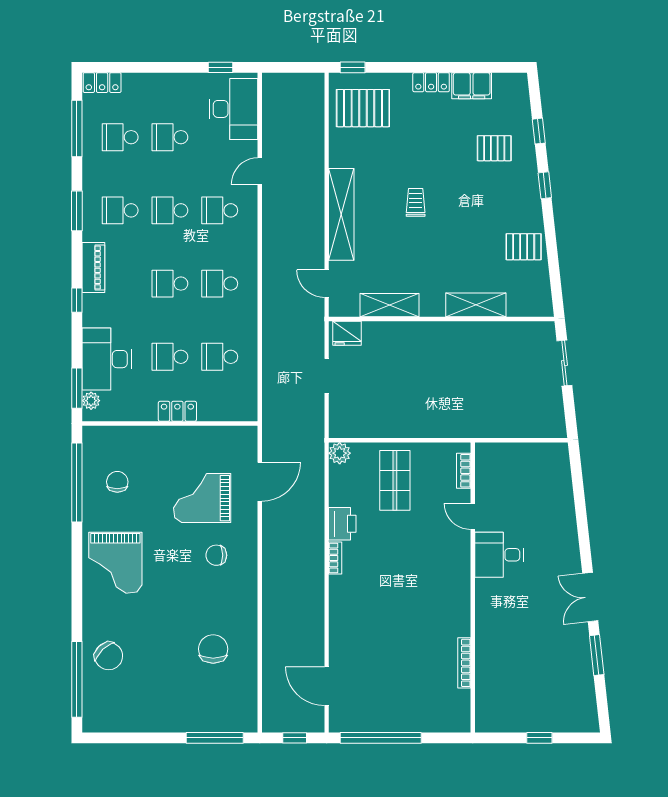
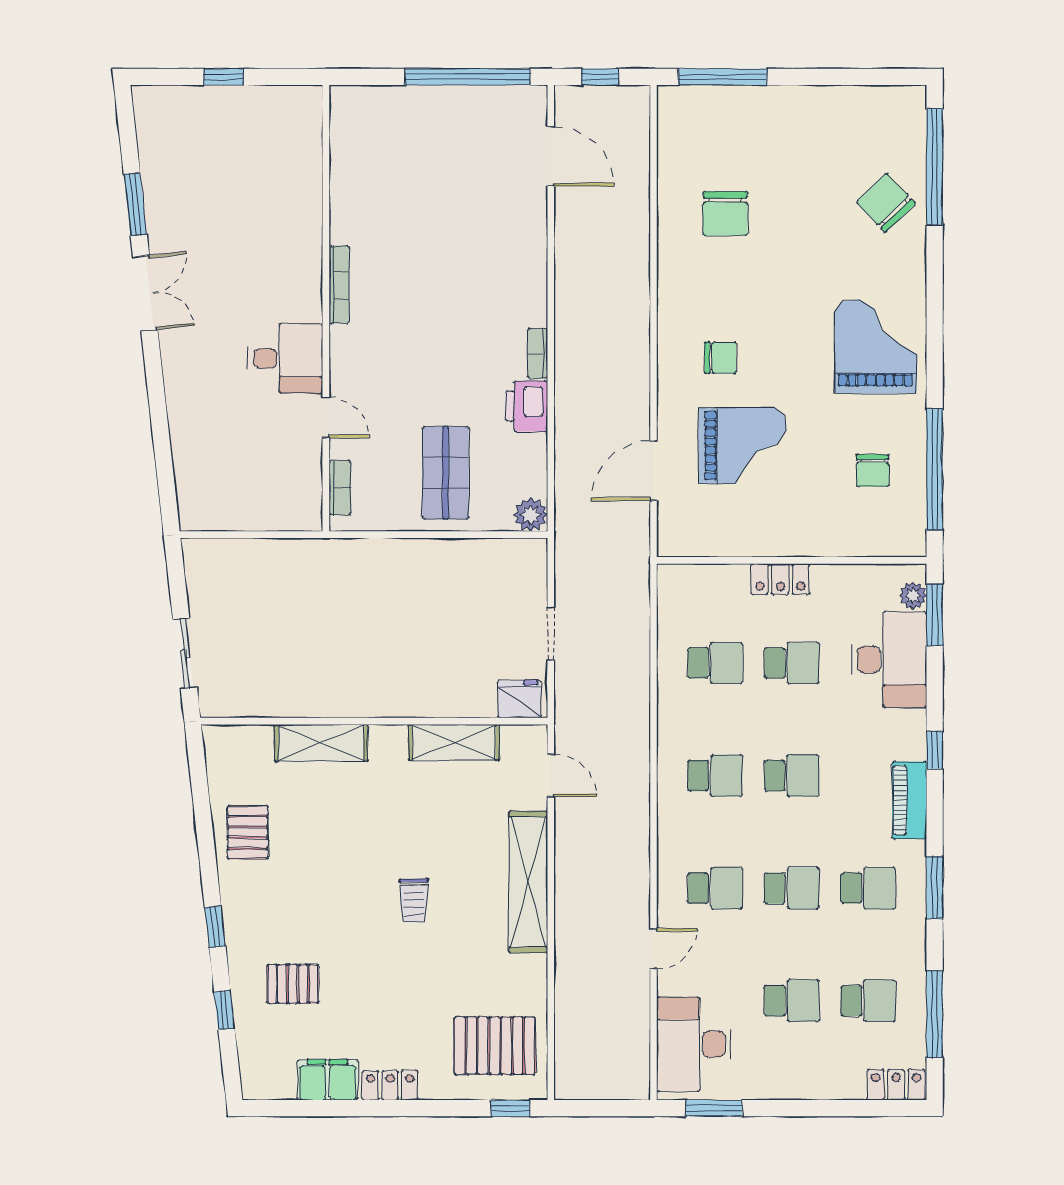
window: (220, 67) -> (714, 1108), width x1.50
pallet: (524, 247) -> (248, 832), turned 90
bookcase: (464, 663) -> (339, 285), moved

